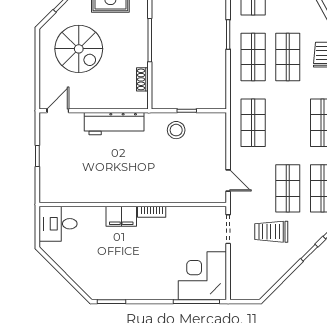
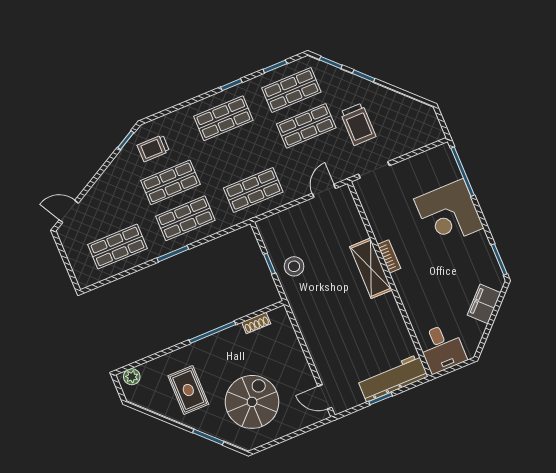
workbench: (114, 124) -> (393, 378), moved, turned -90
shelving: (148, 193) -> (371, 268), added
filing cabinet: (121, 216) -> (484, 304), moved, turned -135
corner desk: (202, 276) -> (449, 214), moved

